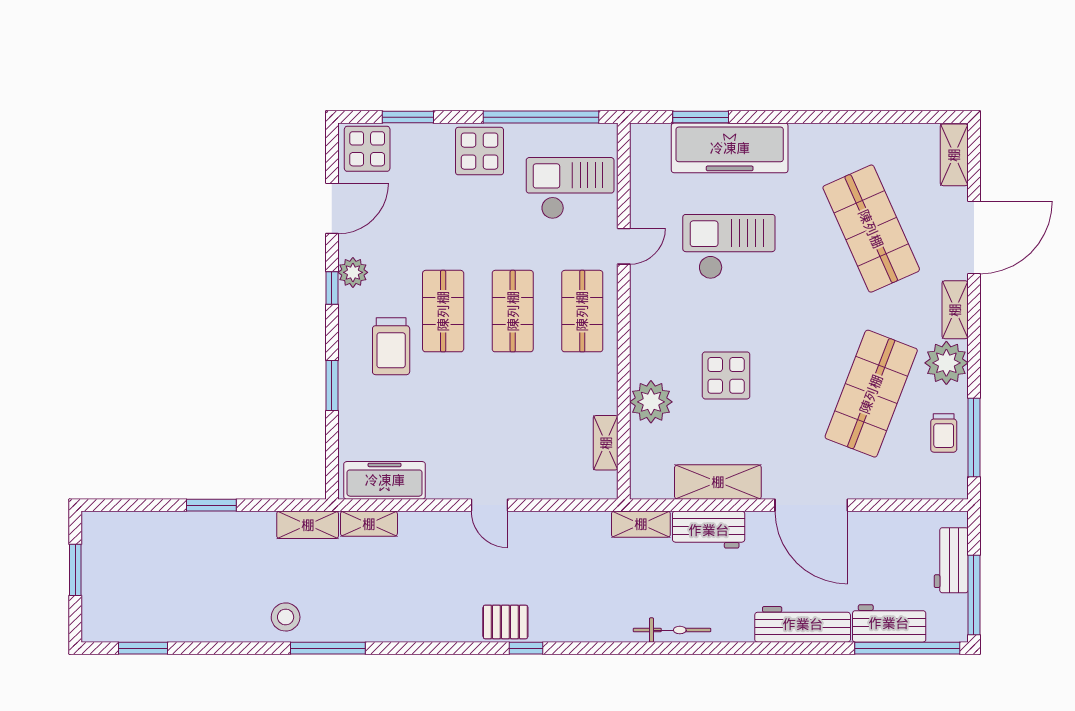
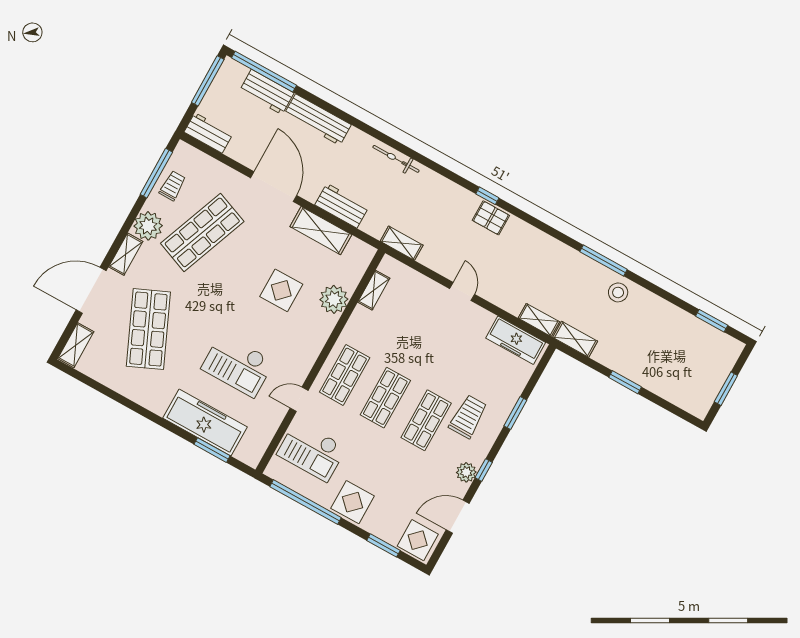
shelving: (641, 524) -> (402, 243), moved
workbench: (951, 560) -> (209, 133), moved, turned -90

